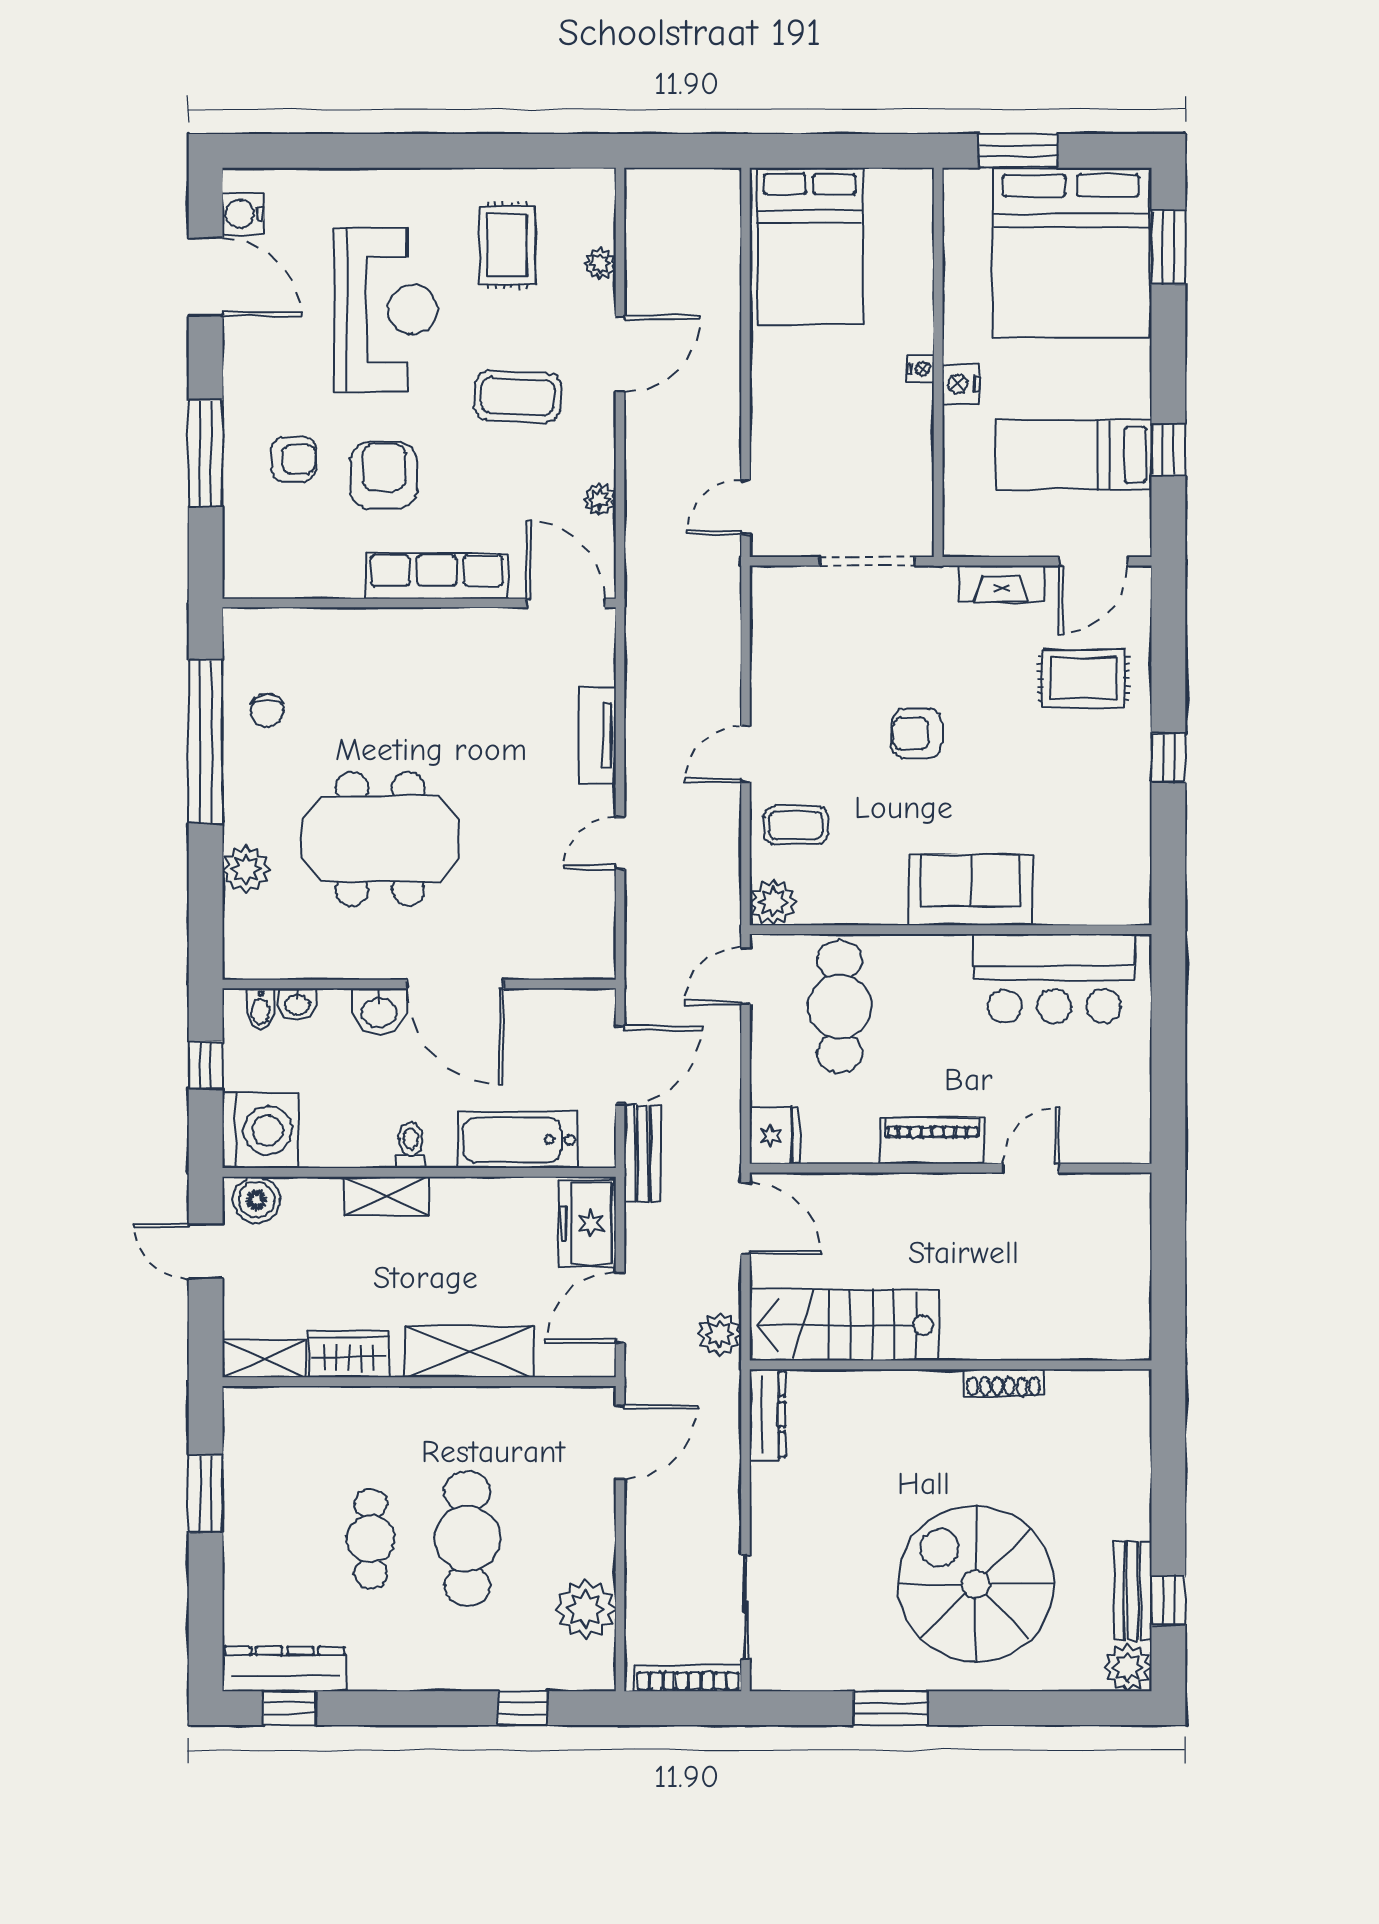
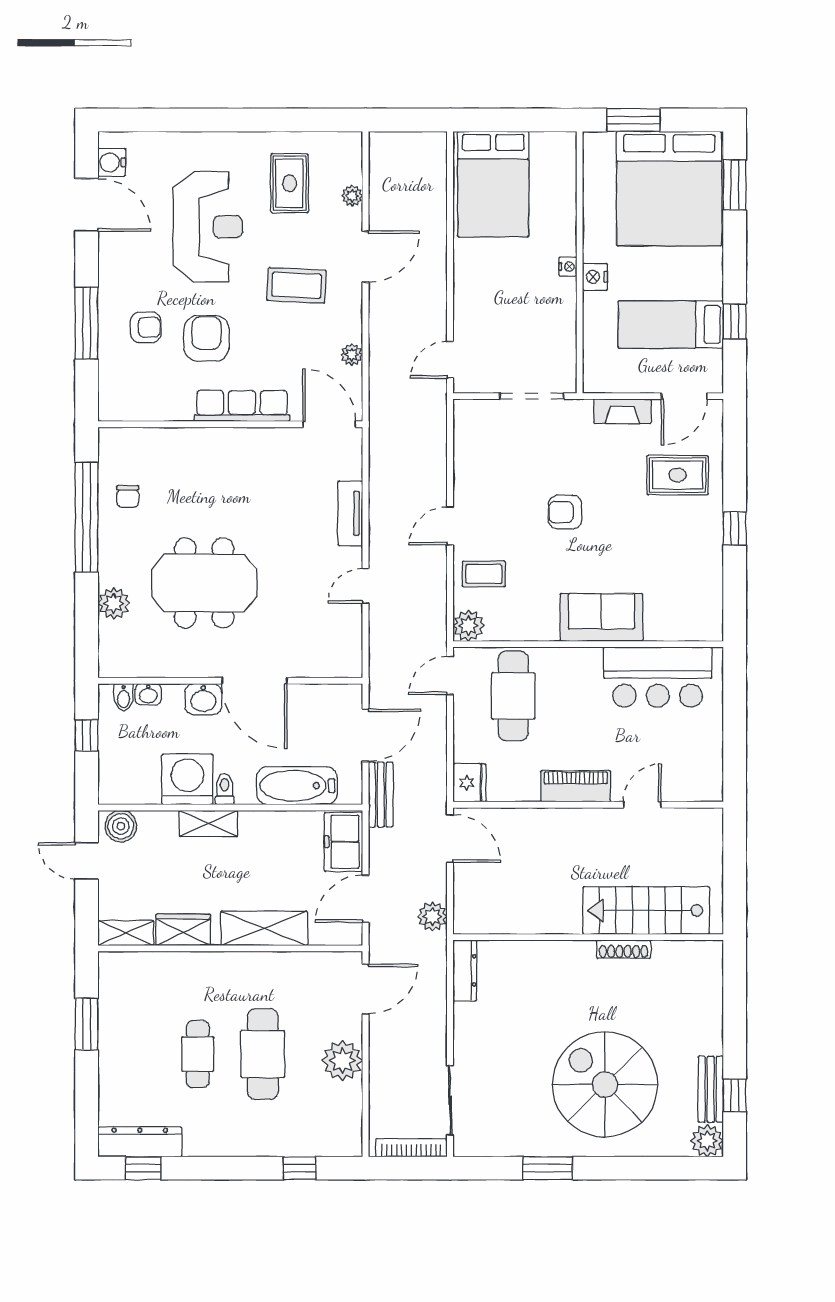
washing machine: (260, 1130) -> (187, 779), moved, turned -90
stairs: (844, 1325) -> (646, 910), moved
plant: (586, 1609) -> (342, 1061), moved

